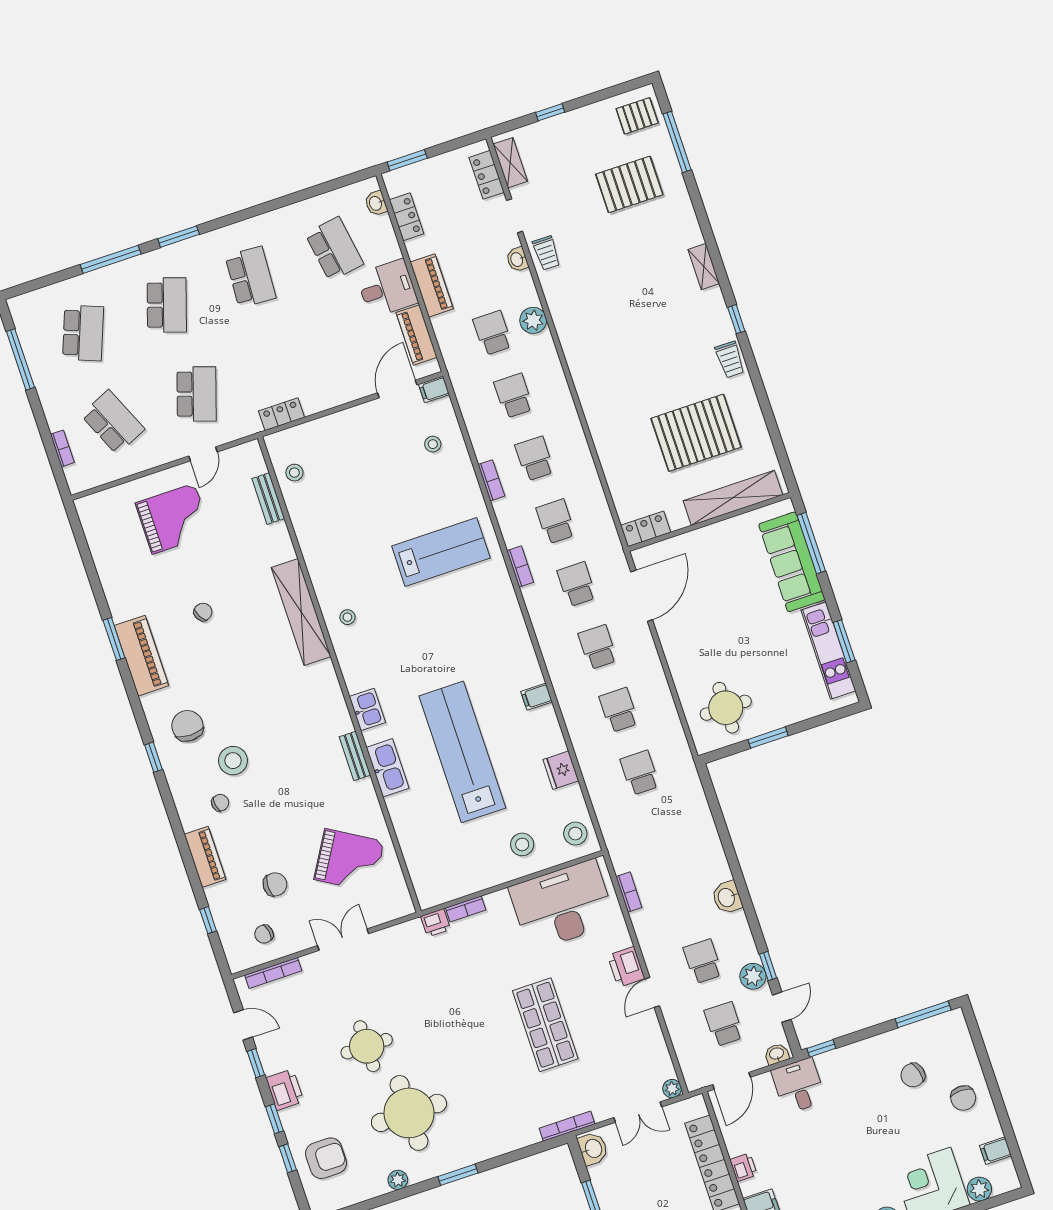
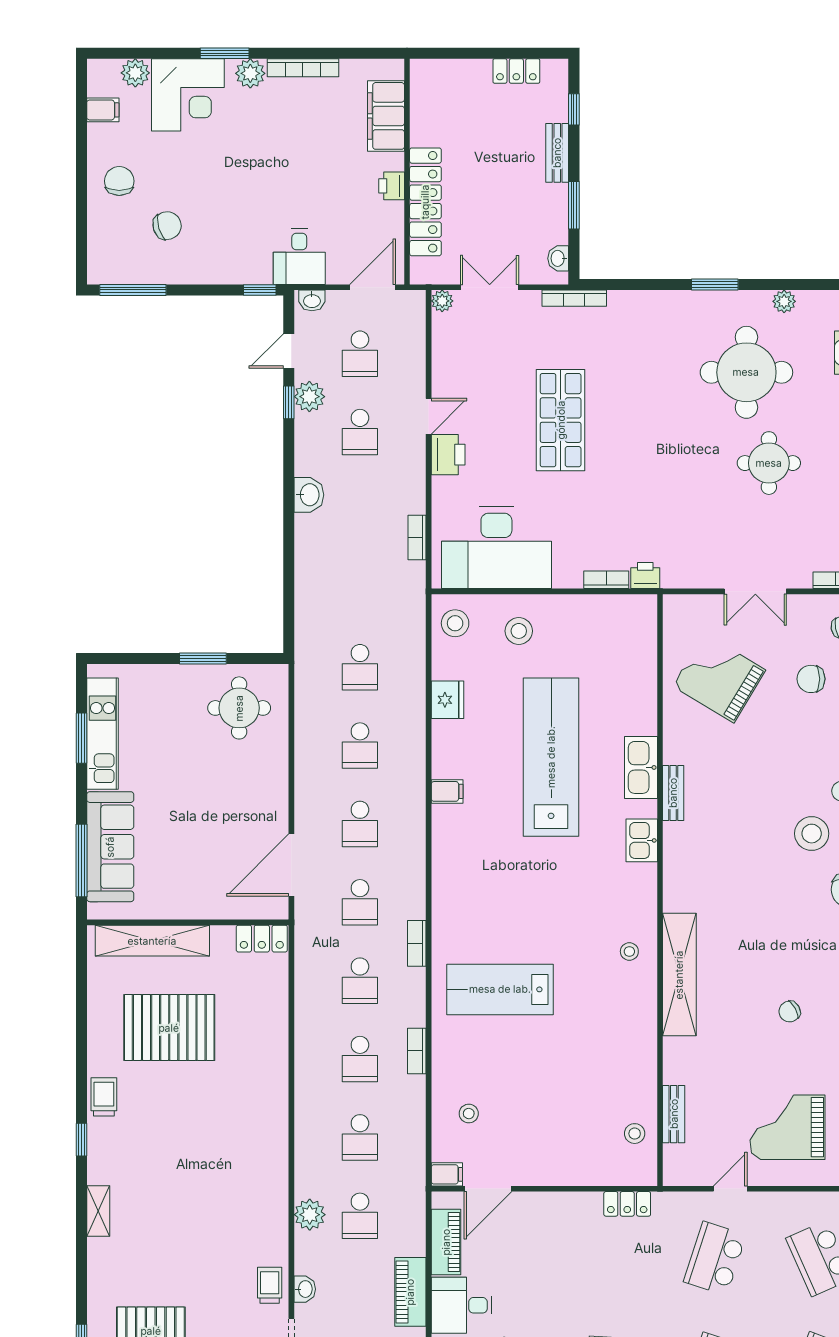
lab bench: (462, 752) -> (551, 757), turned 180
washbasin: (593, 1149) -> (558, 258), width x0.72, depth x0.69

